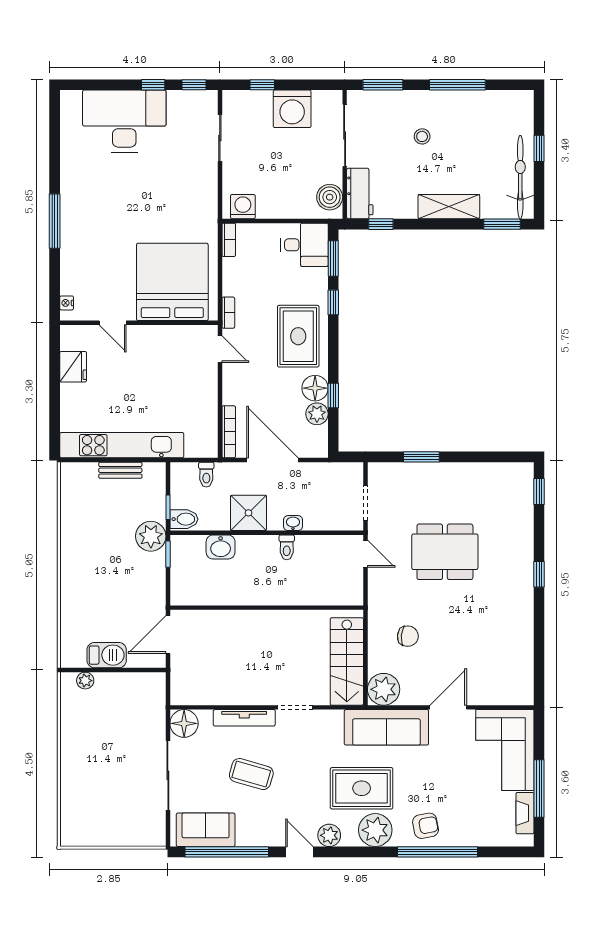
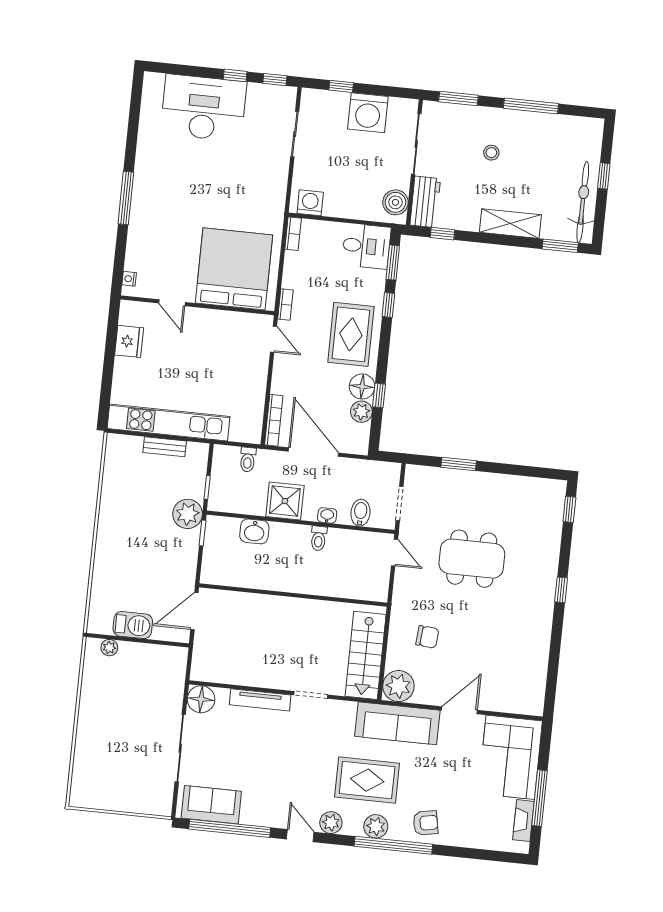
bidet: (184, 519) -> (360, 513), moved, turned -90
coffee table: (251, 774) -> (261, 755), removed
plant: (375, 830) -> (376, 826), width x0.73, depth x0.73
window: (438, 852) -> (393, 845), moved

